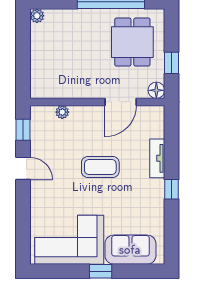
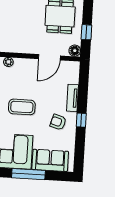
coffee table: (100, 167) -> (22, 107), moved
armchair: (139, 194) -> (58, 122), added
window: (101, 271) -> (28, 174), width x2.17

